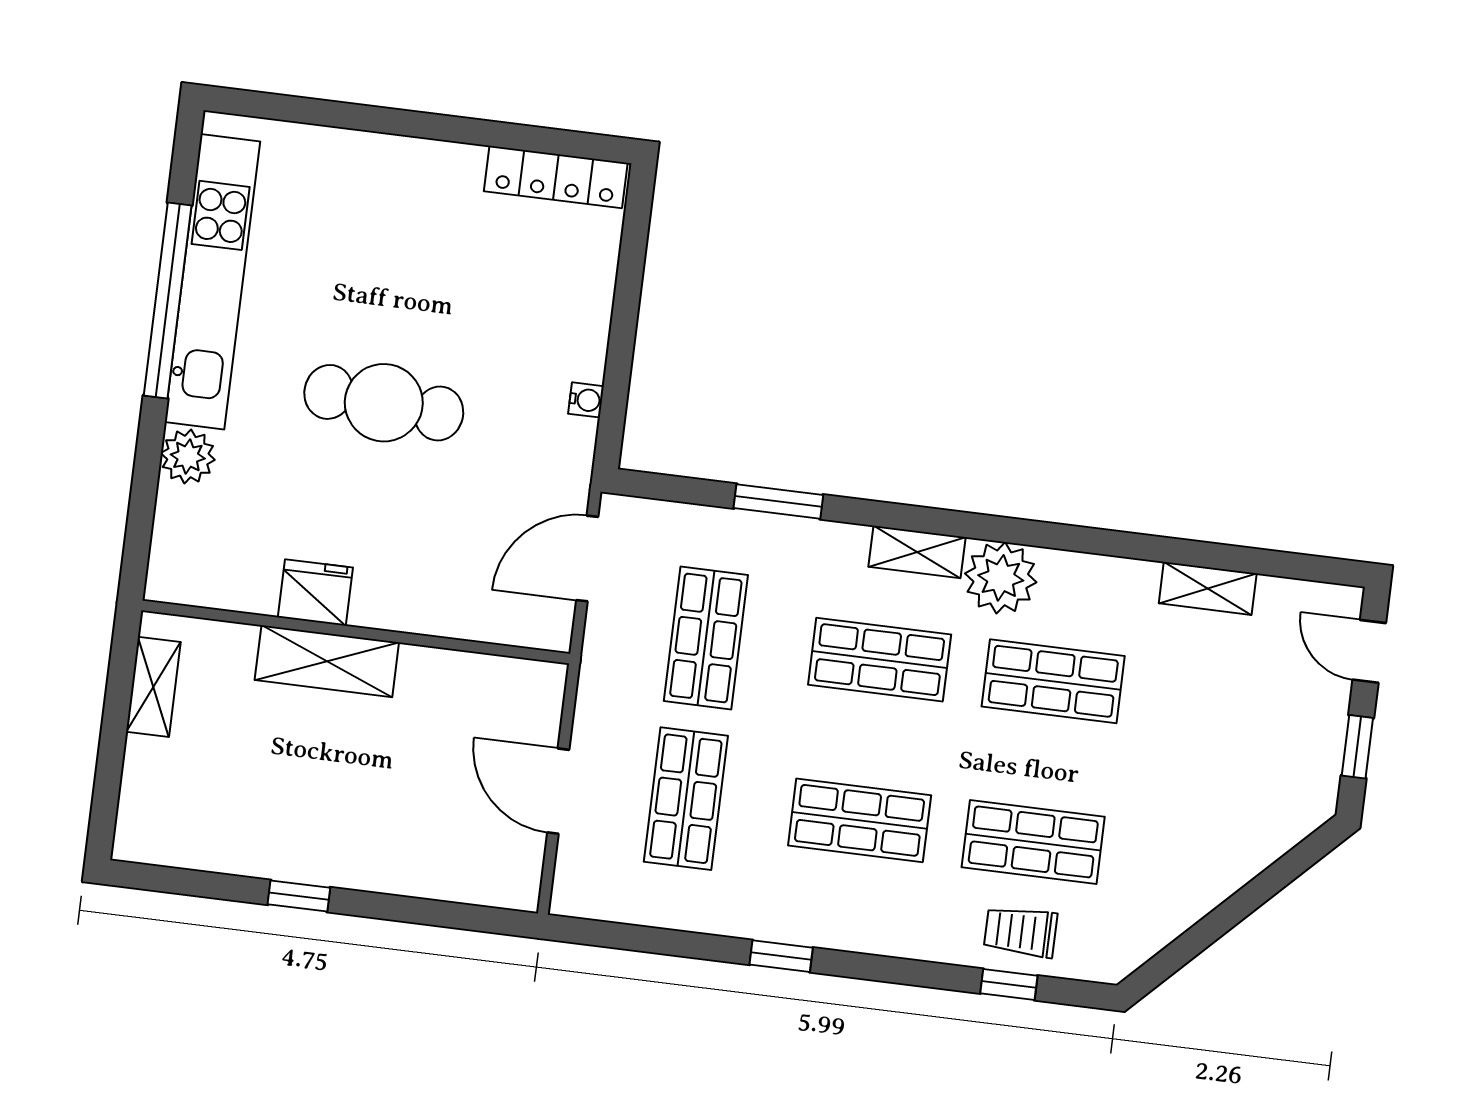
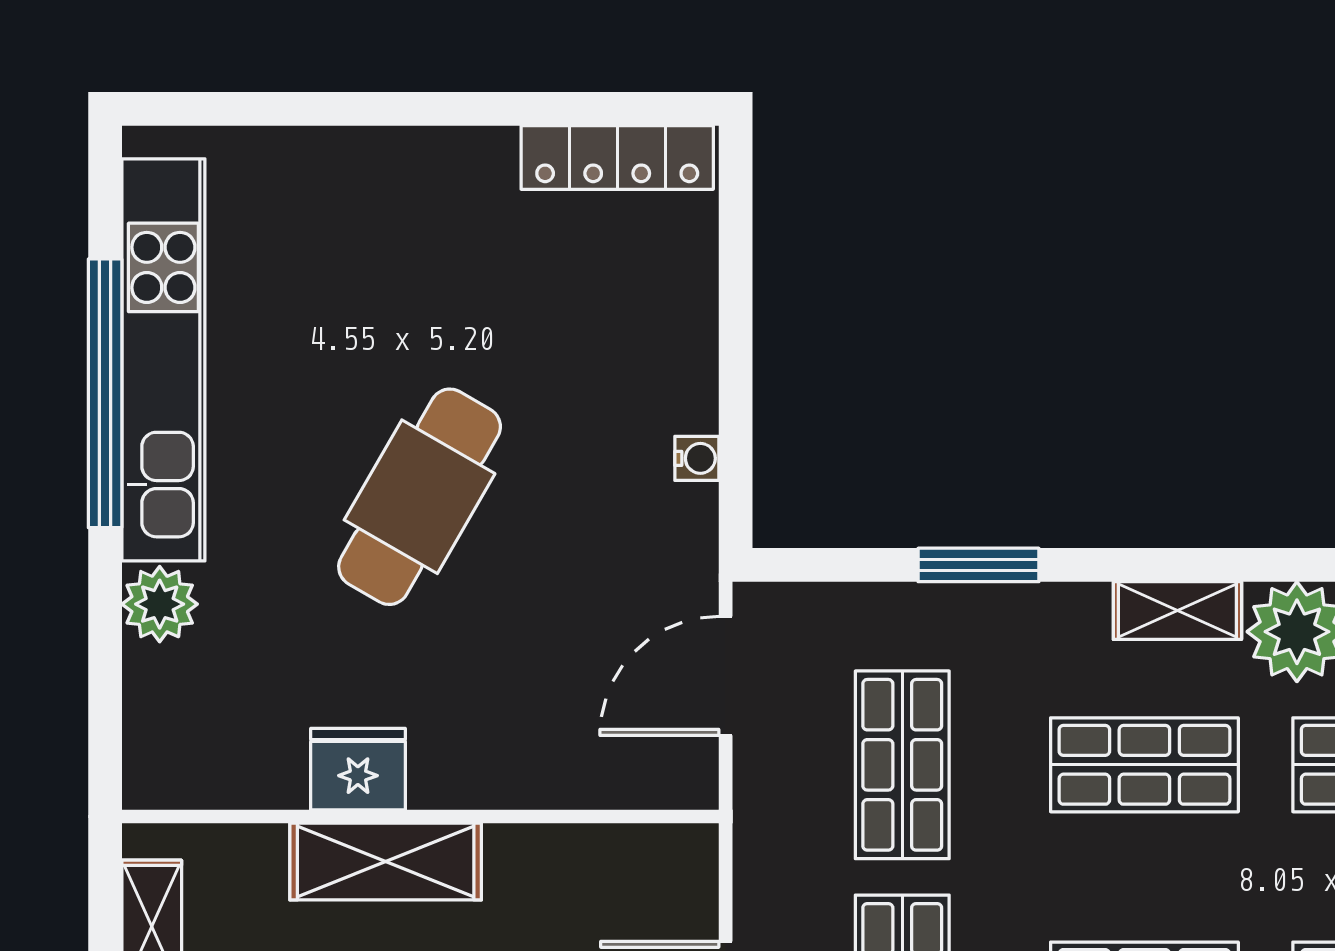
cafe table: (384, 403) -> (420, 497), turned -64

